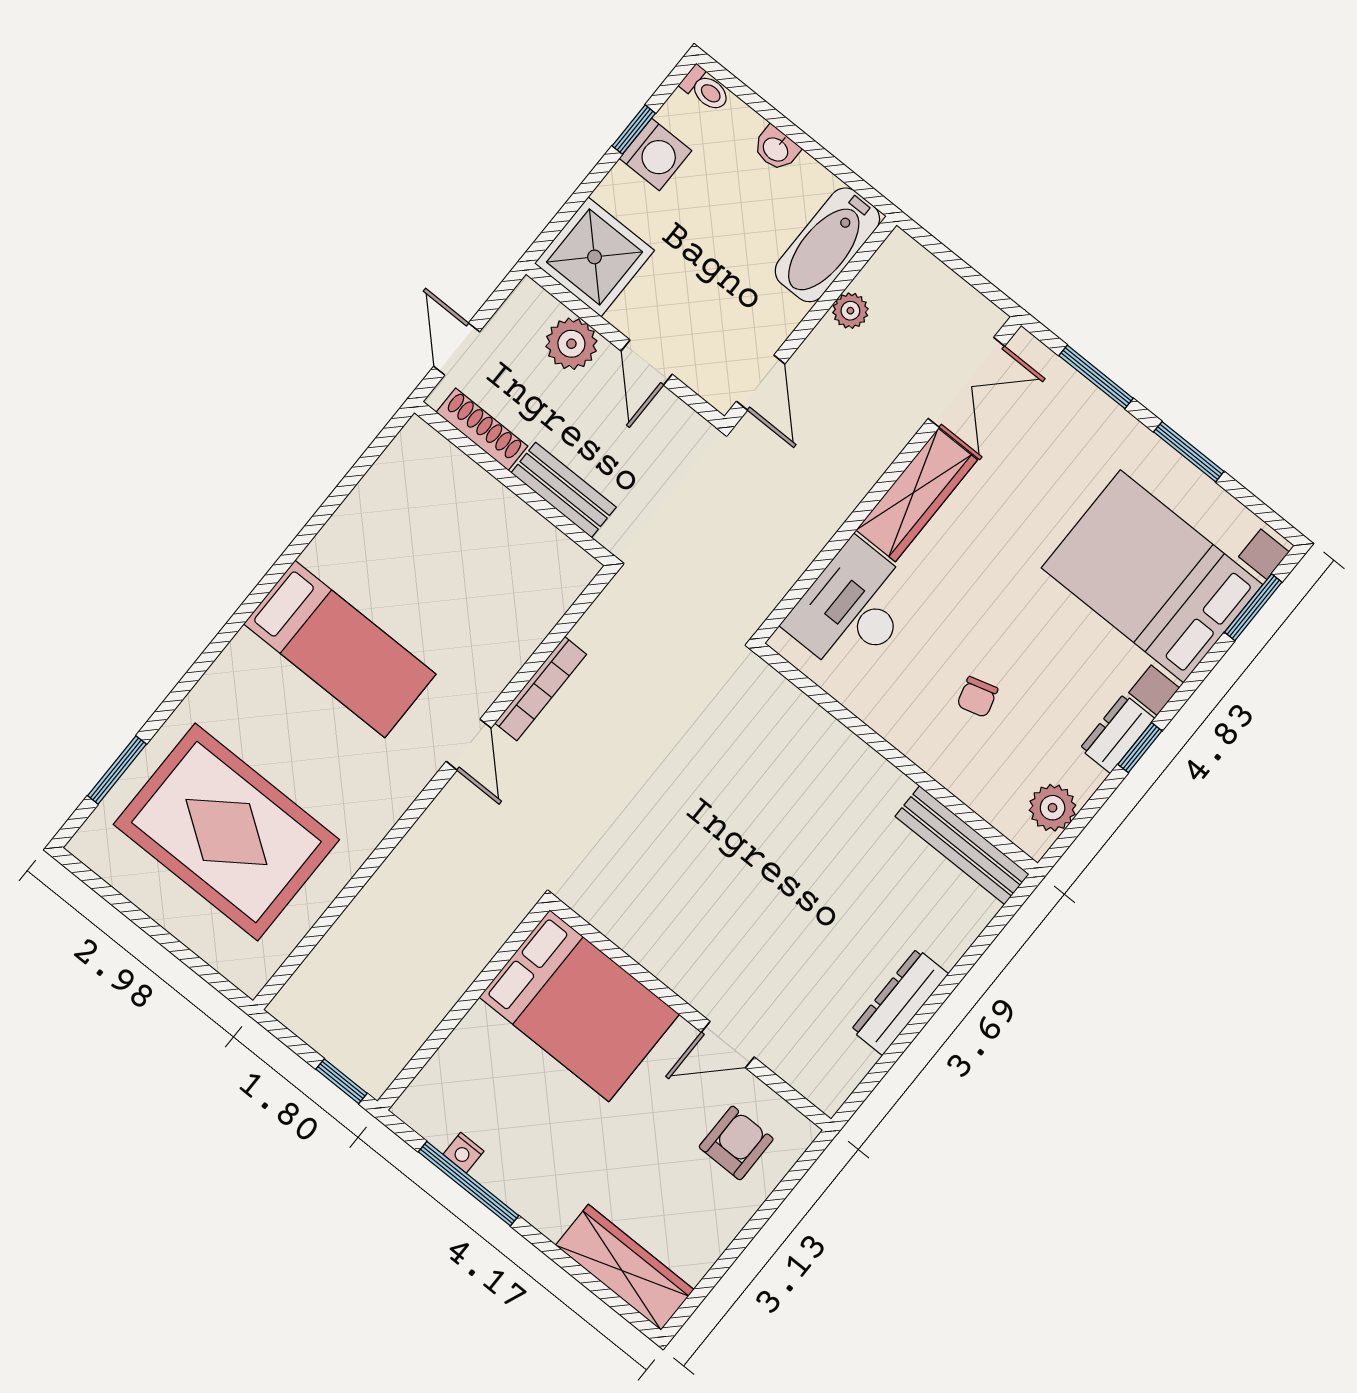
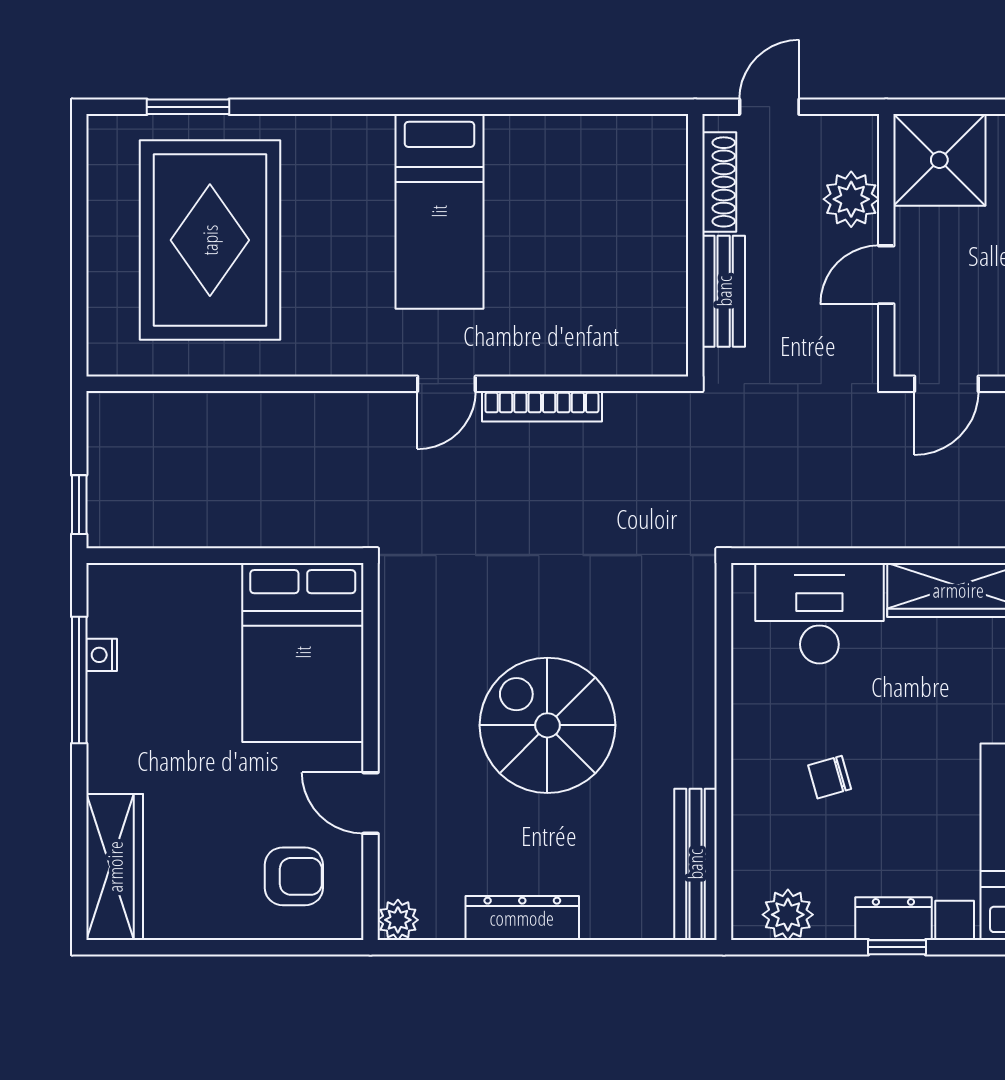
spiral stairs: (775, 871) -> (547, 725), added
plant: (828, 1093) -> (398, 920), added

